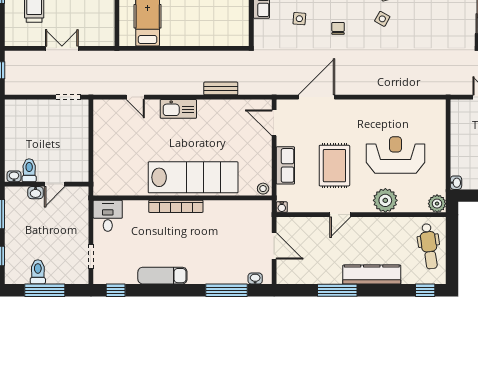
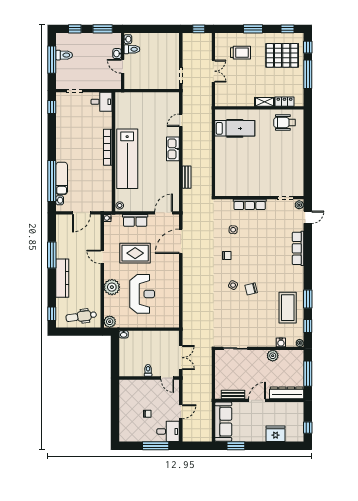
door: (317, 97) -> (181, 241), swing flipped
exam couch: (162, 276) -> (62, 178), moved
window: (226, 290) -> (52, 181), width x1.46

